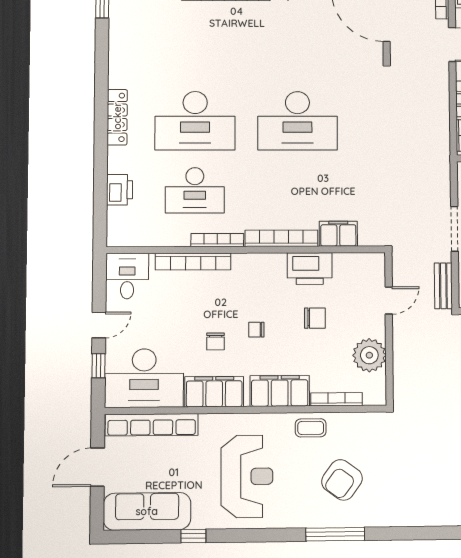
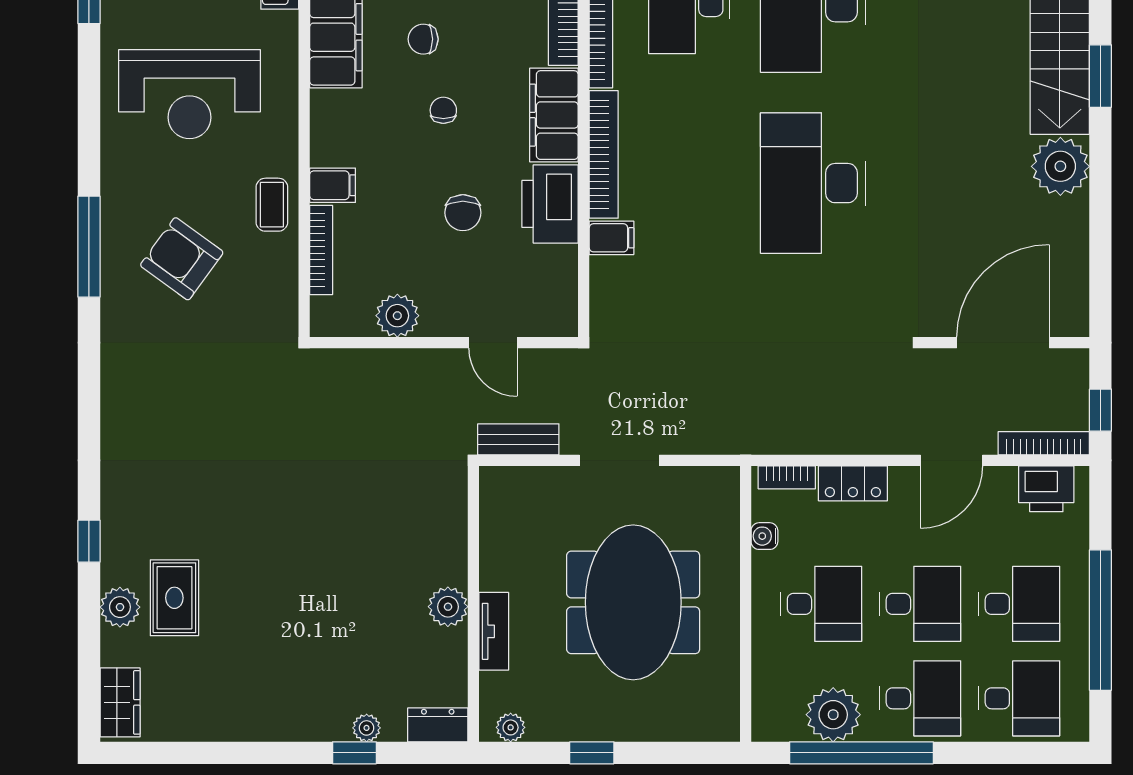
filing cabinet: (338, 234) -> (612, 238), width x0.50
filing cabinet: (259, 267) -> (554, 115), added
plant: (369, 355) -> (397, 316), width x0.73, depth x0.73
filing cabinet: (280, 391) -> (333, 185), width x0.33, depth x0.86

